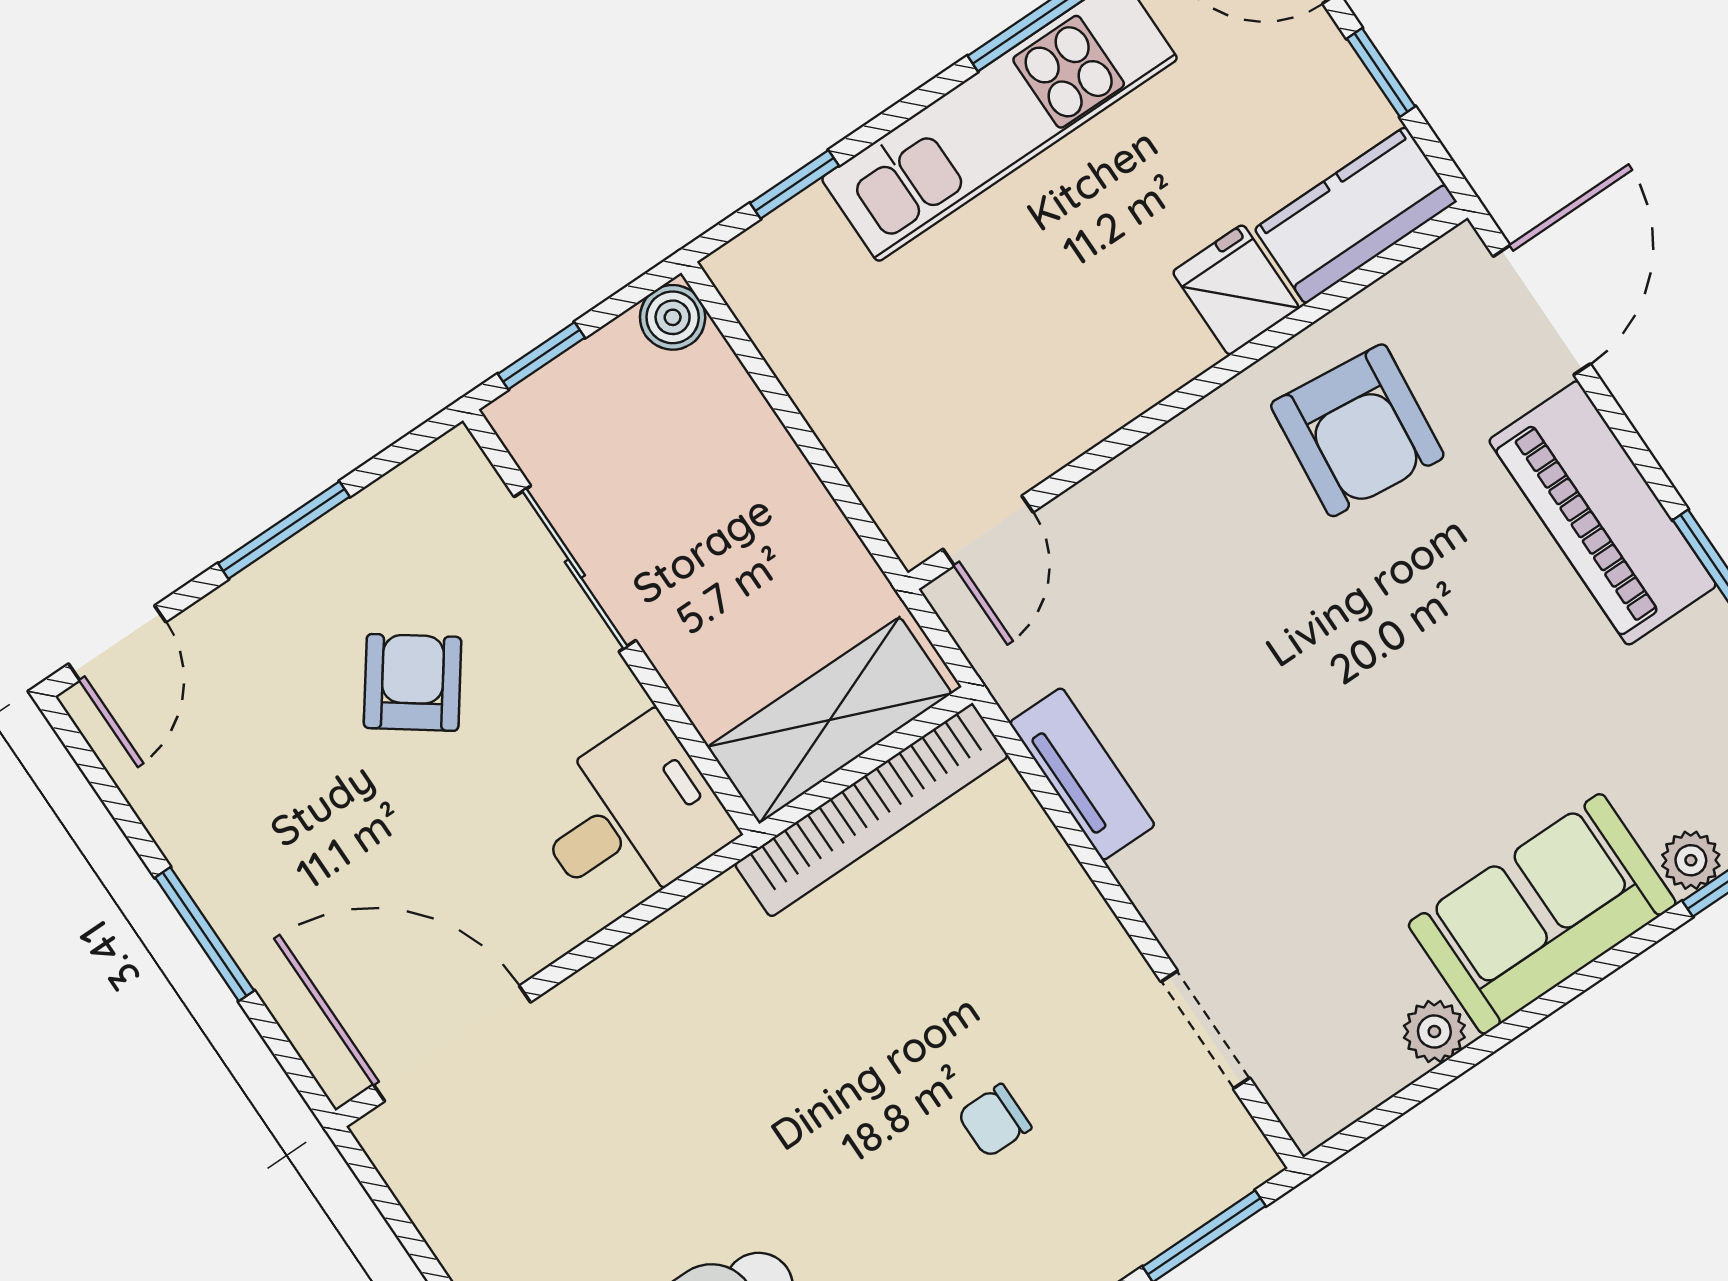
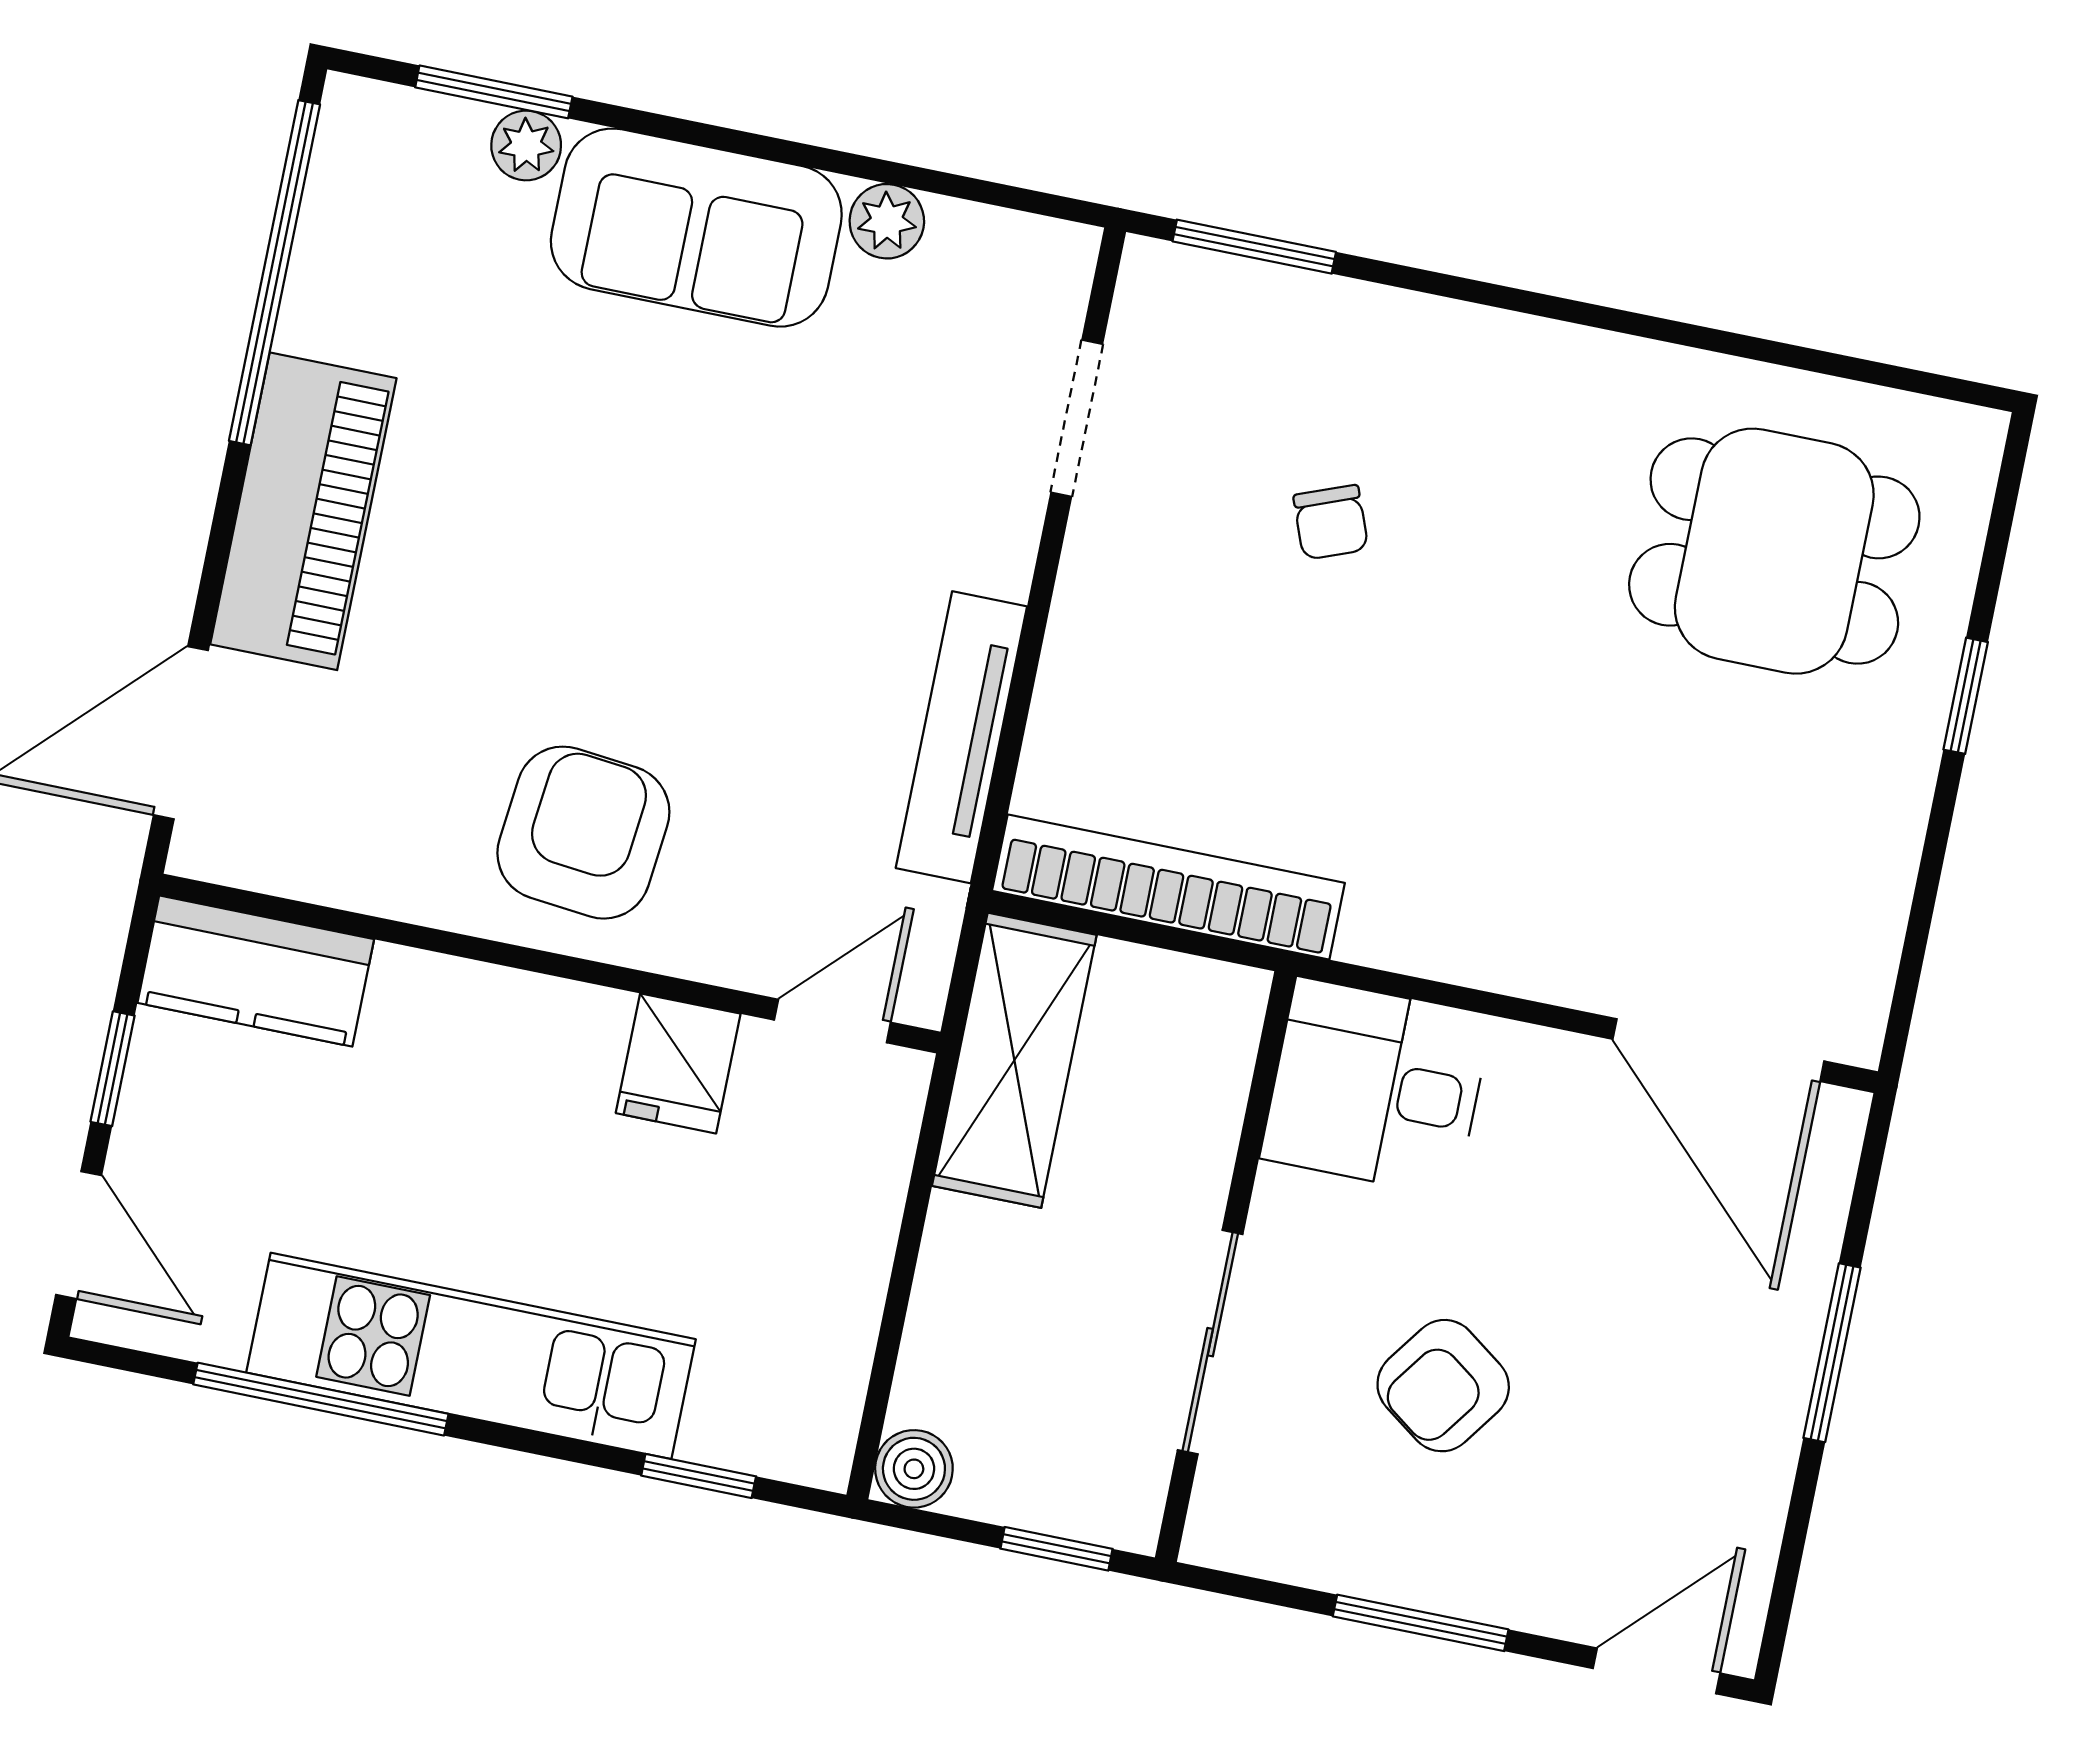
fridge: (1236, 290) -> (678, 1063), moved
armchair: (1357, 430) -> (583, 833), moved
shelving: (830, 720) -> (1014, 1060), moved, turned 90
tv unit: (1082, 774) -> (961, 737), width x1.41
chair: (994, 1121) -> (1331, 522), turned 69

